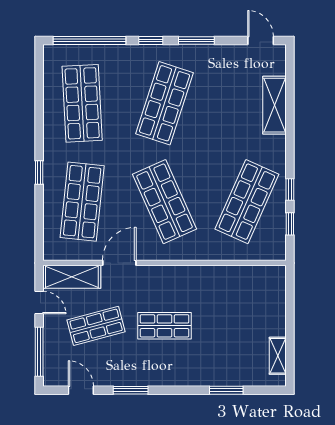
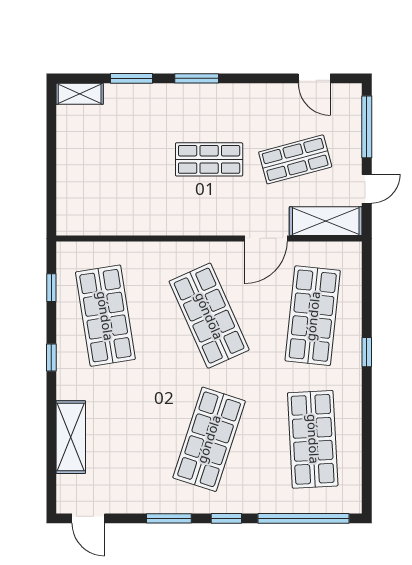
window: (290, 189) -> (51, 358), moved
shop shelf: (247, 202) -> (105, 316), turned -33
door: (39, 303) -> (367, 189), swing flipped
shelving: (278, 356) -> (80, 94), moved, turned 90
window: (131, 390) -> (197, 78), moved

